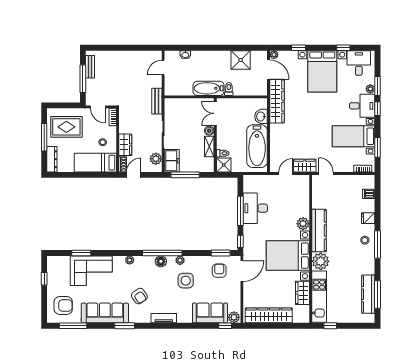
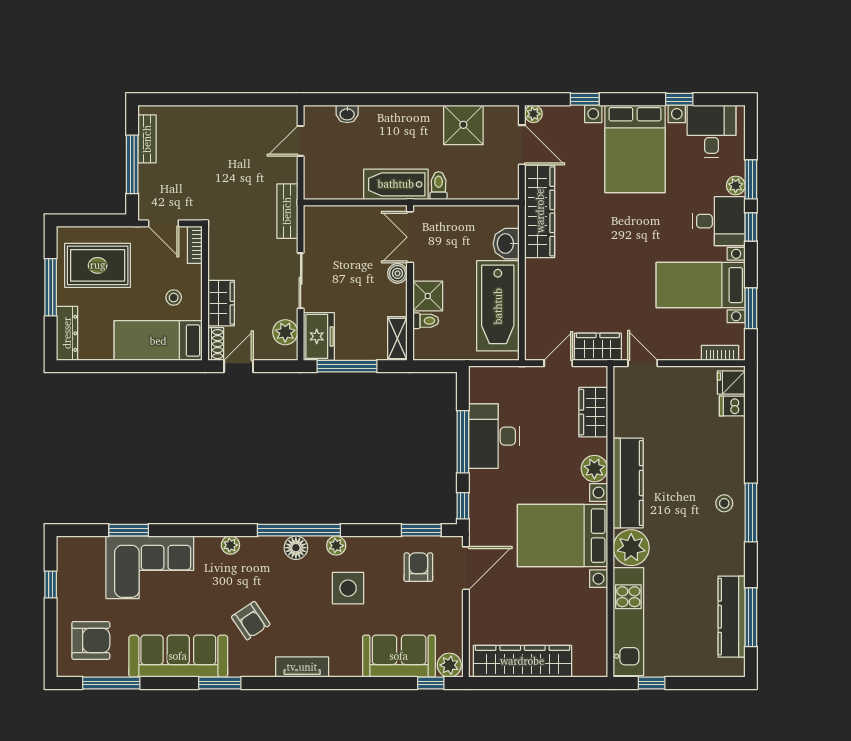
shelving: (209, 147) -> (397, 339), moved
shower: (224, 165) -> (428, 296), moved
fridge: (368, 218) -> (731, 383), moved
wardrobe: (302, 293) -> (593, 412), moved

